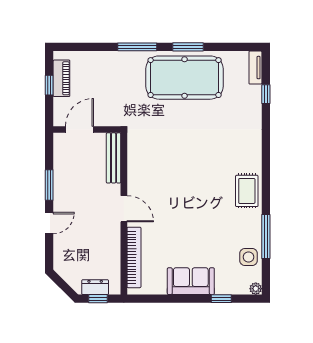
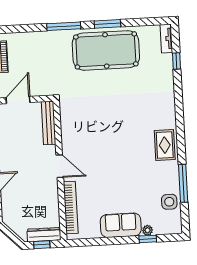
dresser: (95, 287) -> (44, 235), width x1.44
plant: (256, 289) -> (148, 230), moved

